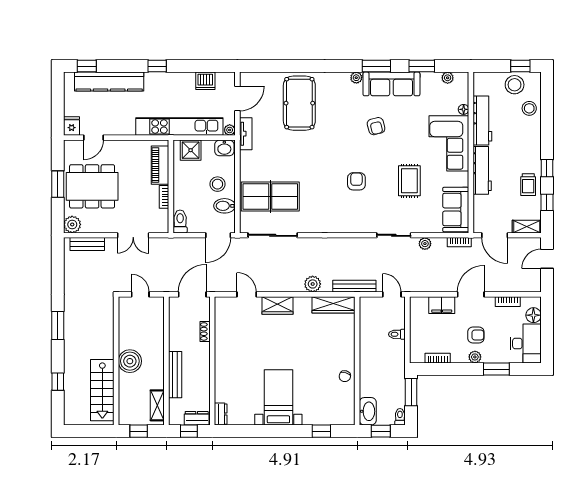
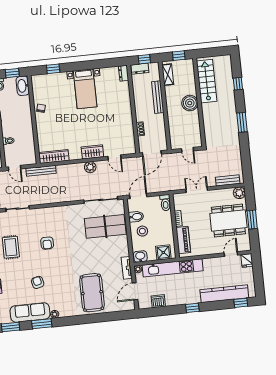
plant: (313, 284) -> (90, 167), moved

